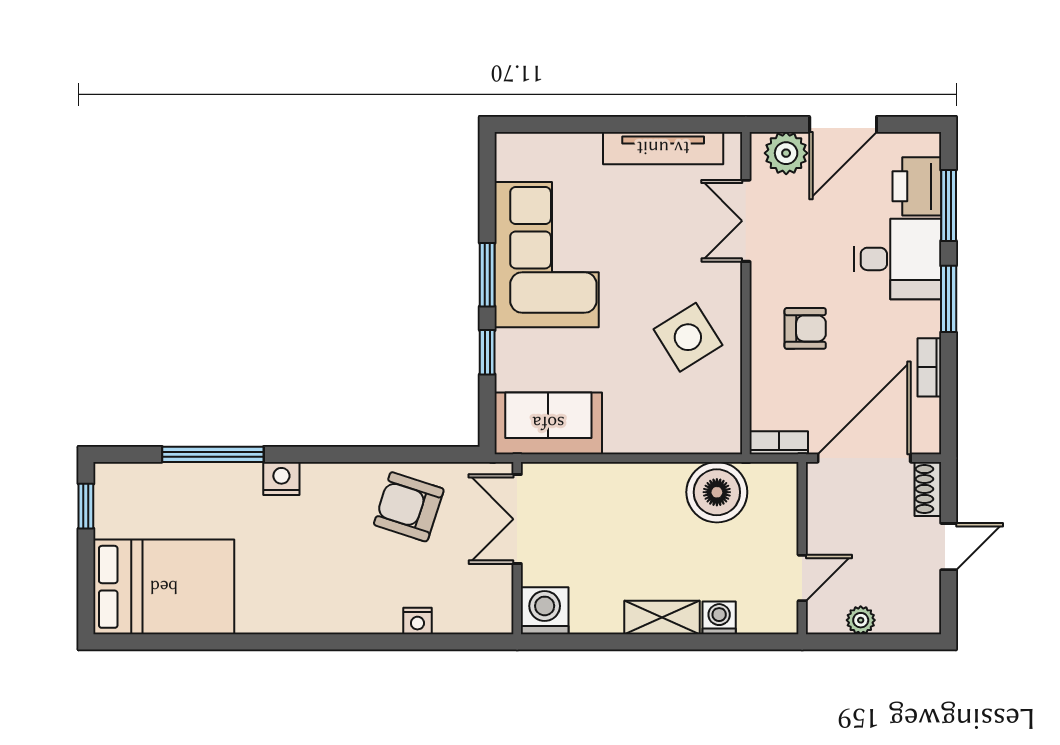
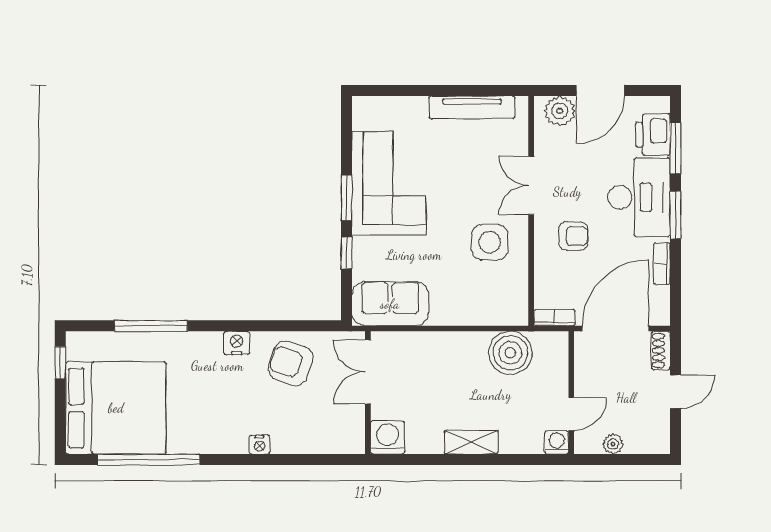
double door: (746, 221) -> (531, 185), moved
desk: (897, 259) -> (639, 197), width x1.37
side table: (688, 337) -> (490, 242), turned 32
nightstand: (281, 478) -> (237, 343), moved
bed: (164, 587) -> (116, 408), width x1.36
washing machine: (719, 618) -> (557, 442), moved
nightstand: (417, 621) -> (260, 445), moved
window: (210, 642) -> (148, 460), added

